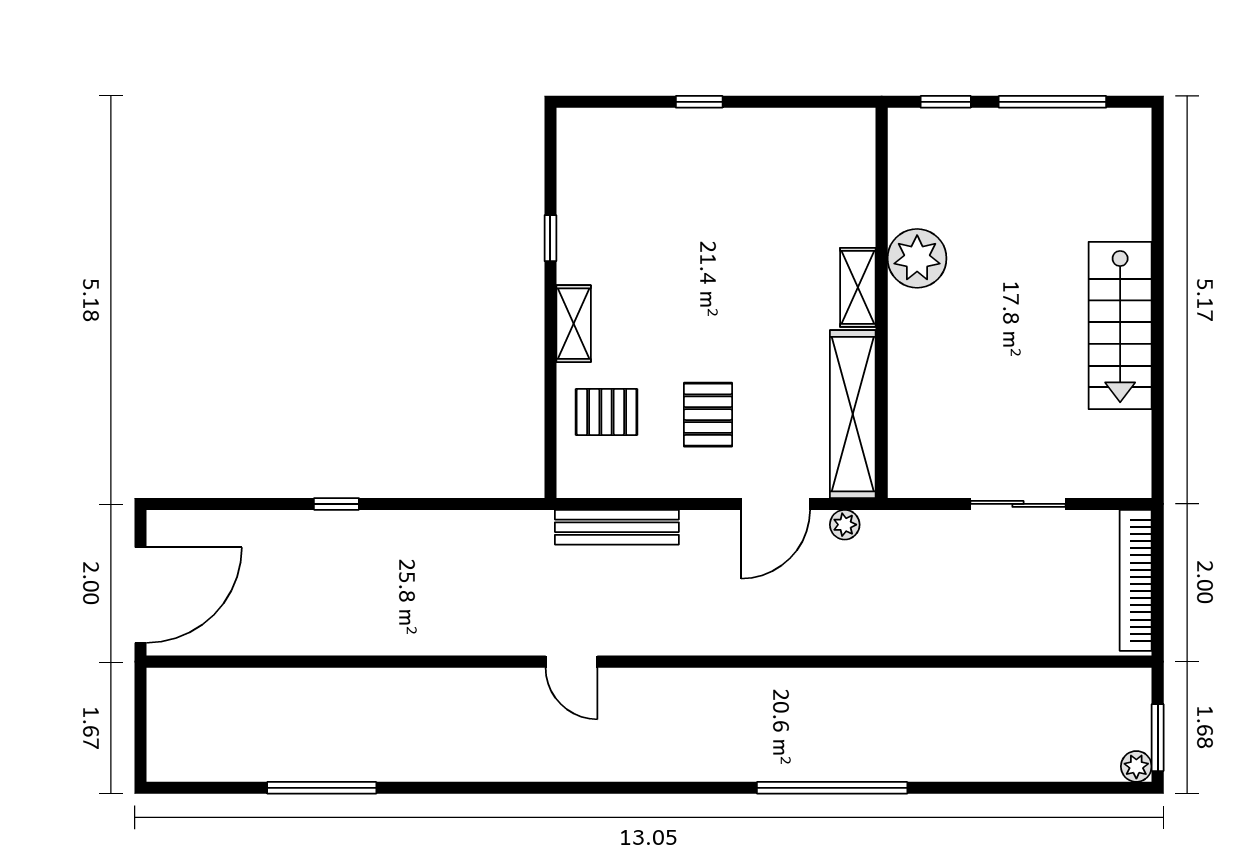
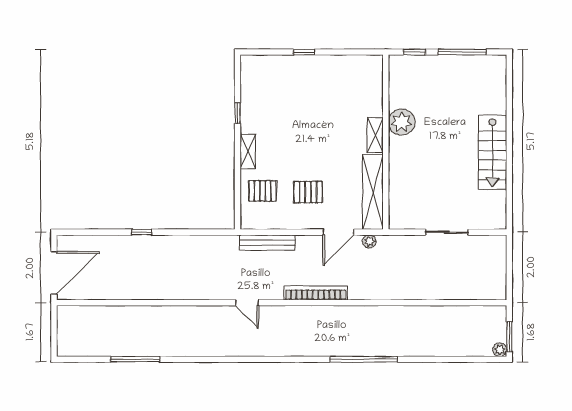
pallet: (708, 415) -> (308, 192), turned 90
bookcase: (1136, 580) -> (316, 293), moved, turned 90

